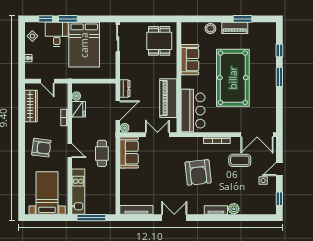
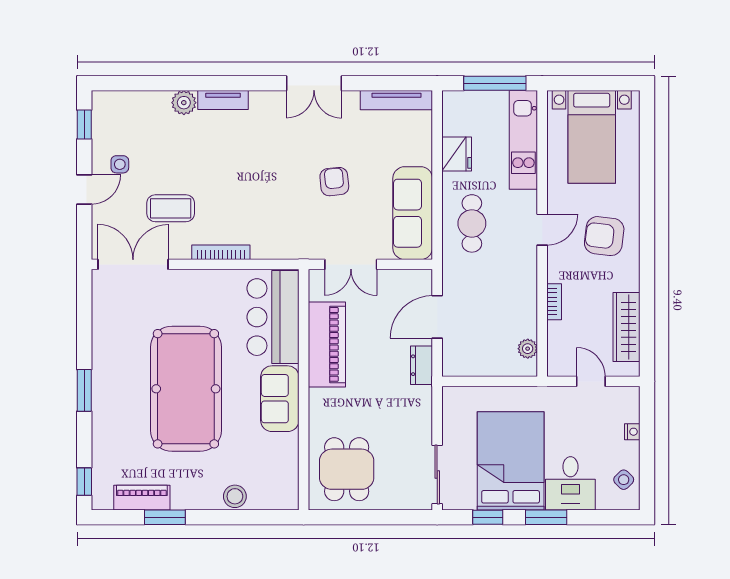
window: (46, 19) -> (488, 517), moved
piano: (235, 28) -> (142, 498), moved
window: (279, 50) -> (84, 482), moved
sofa: (190, 60) -> (280, 399), moved
fridge: (79, 109) -> (457, 154), moved, turned 180
plant: (125, 128) -> (422, 279), removed
door: (70, 151) -> (542, 230), swing flipped
sofa: (129, 152) -> (413, 213), width x1.36
armchair: (198, 172) -> (334, 182), moved, width x0.53, depth x0.53

